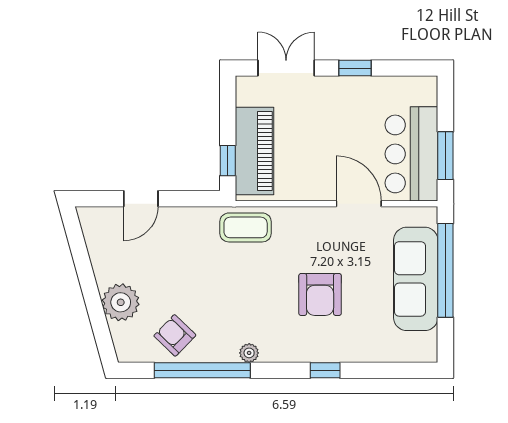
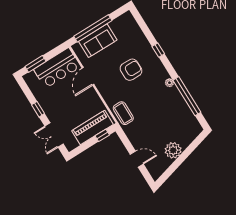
window: (445, 156) -> (35, 64), moved
sofa: (416, 279) -> (98, 41), width x0.73
plant: (121, 302) -> (173, 150), moved
armchair: (175, 335) -> (180, 115), removed

